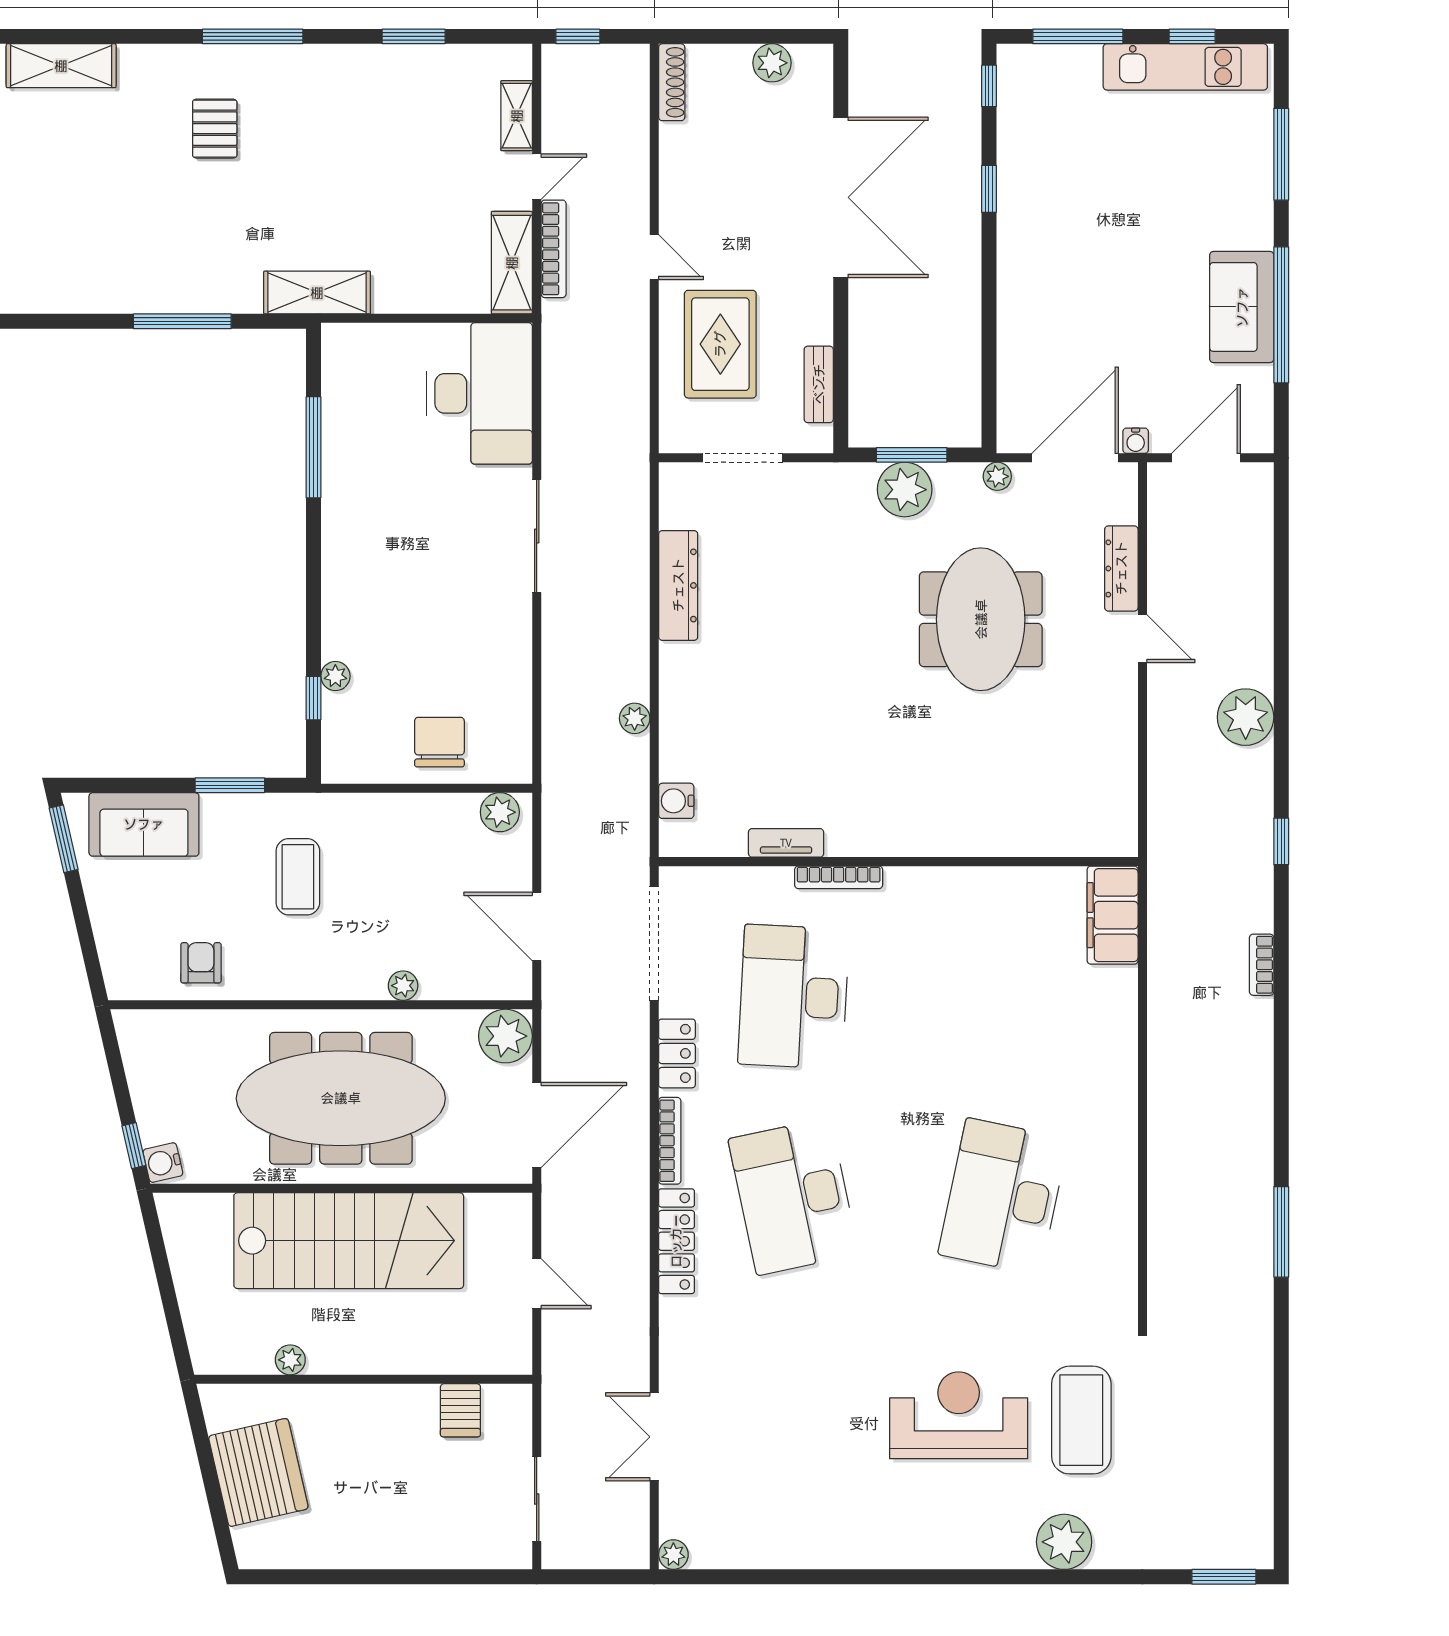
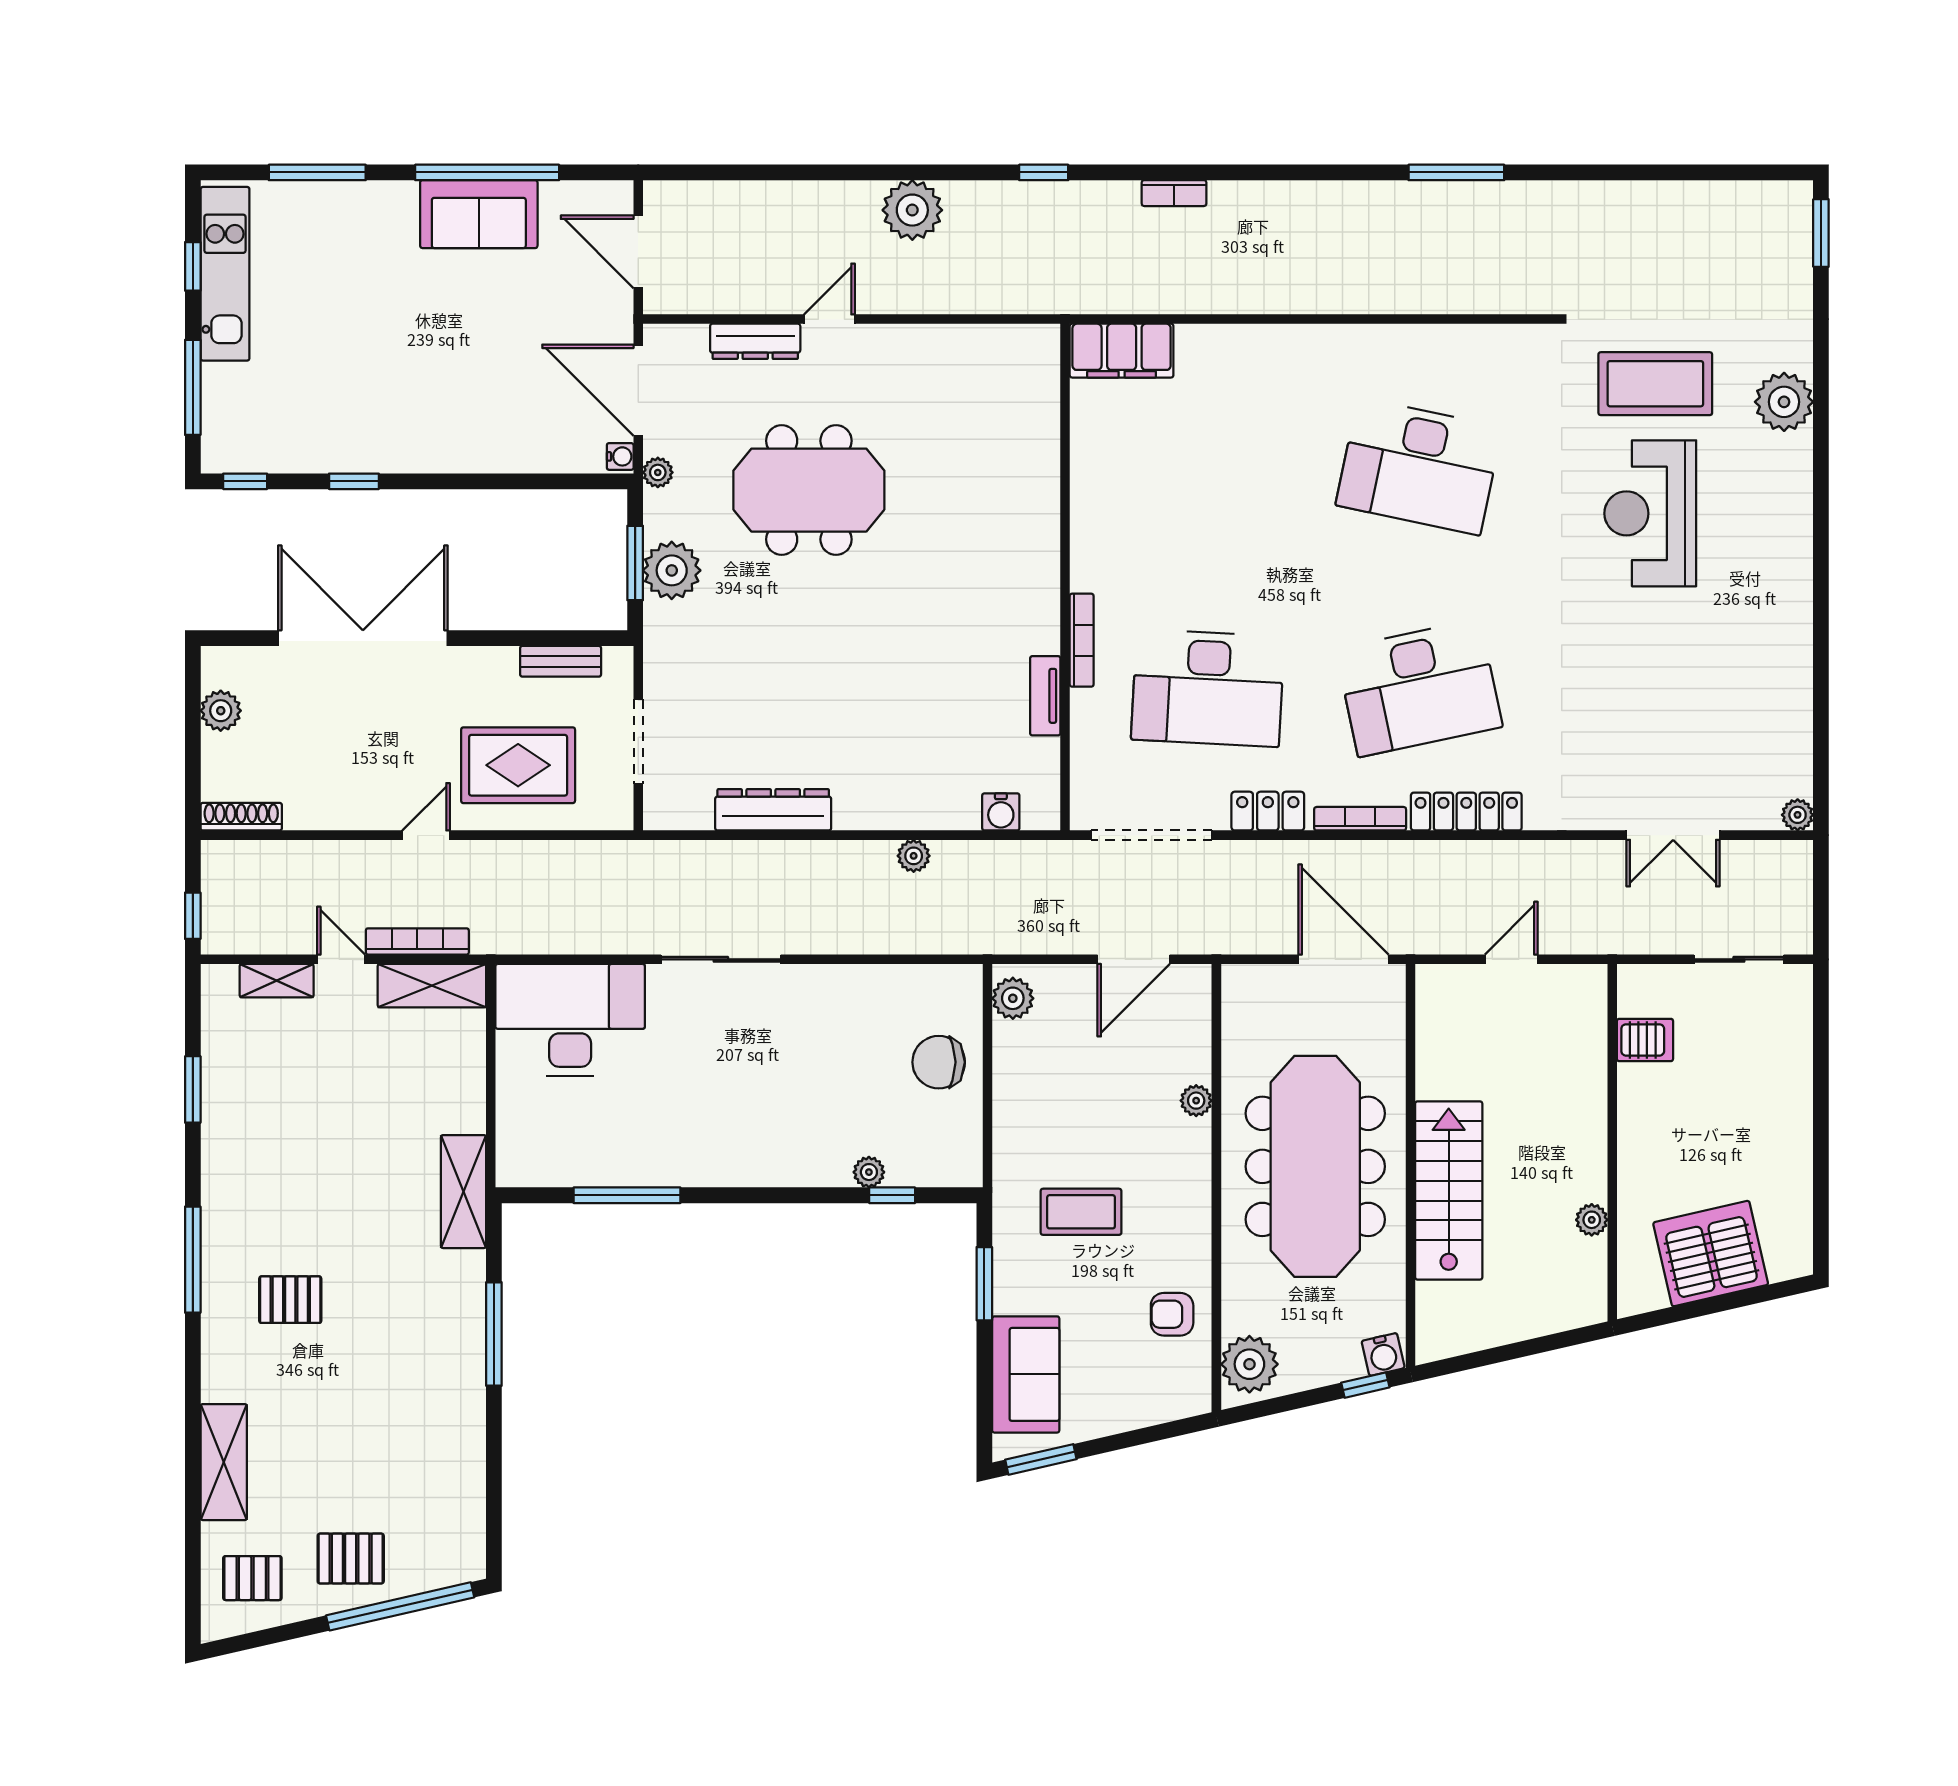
water cooler: (1136, 441) -> (620, 456), moved
plant: (505, 1036) -> (1249, 1364), moved
stairs: (349, 1241) -> (1449, 1190), width x0.73, depth x0.66

